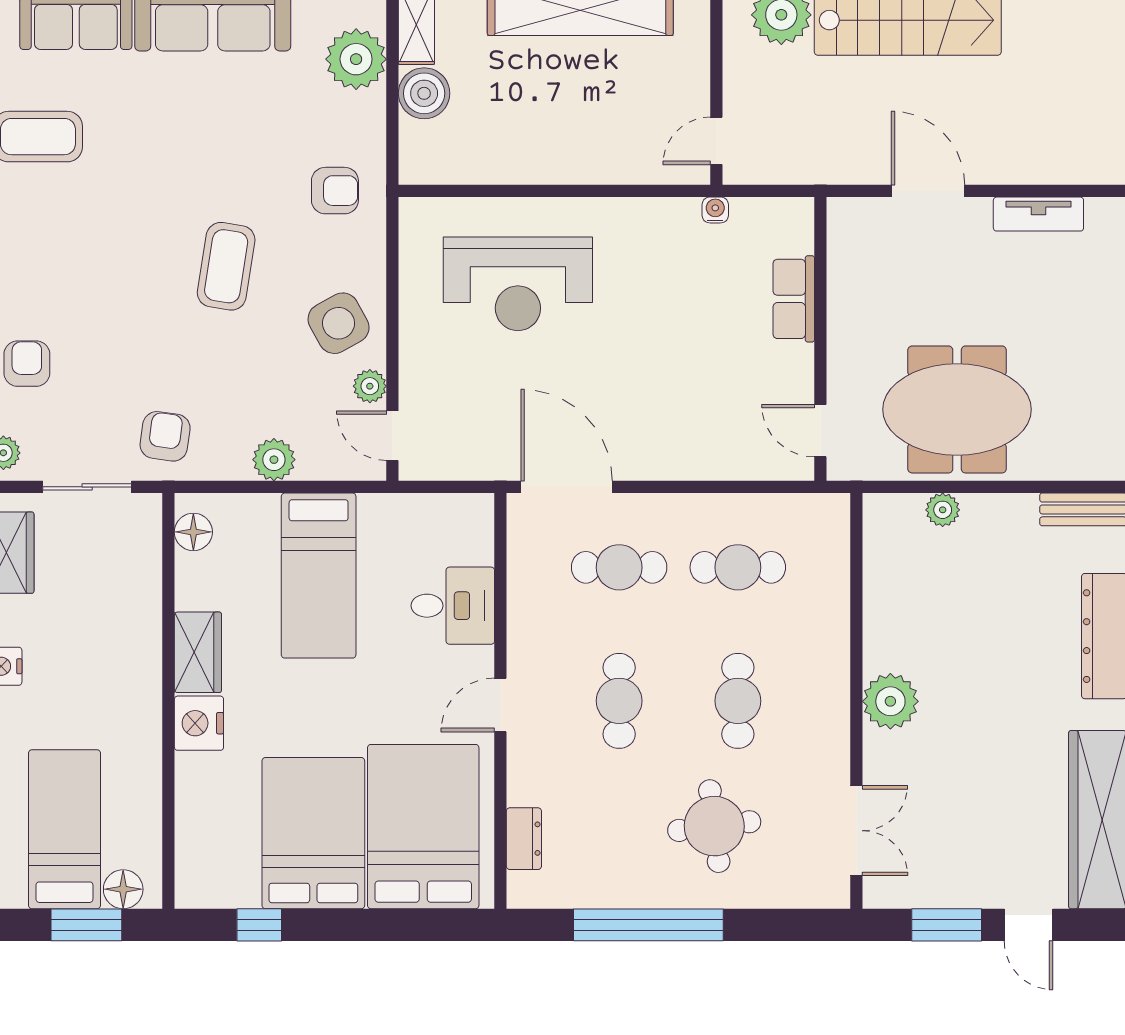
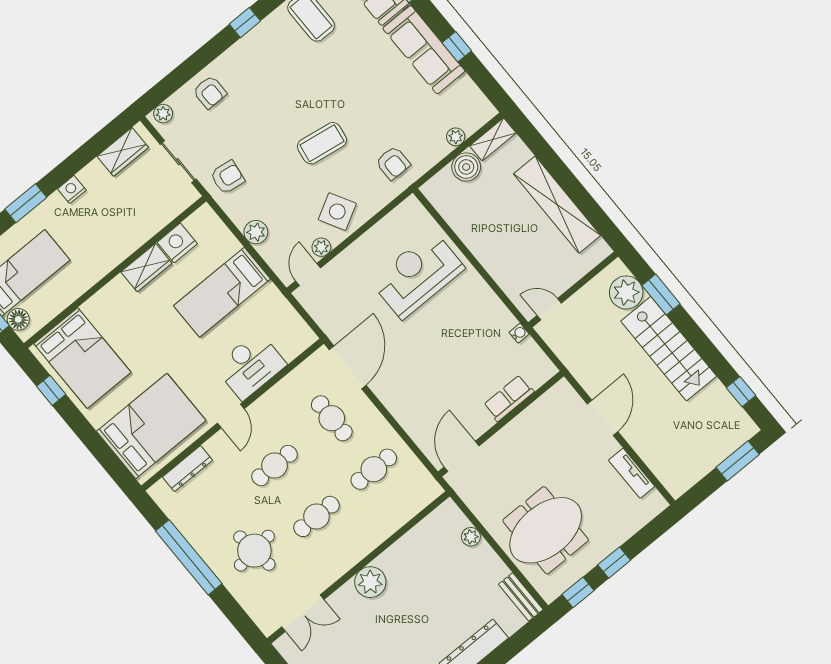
plant: (356, 59) -> (456, 137), width x0.53, depth x0.53
reception desk: (518, 284) -> (418, 275), turned 90
armchair: (27, 364) -> (210, 92), turned 90
meeting table: (957, 409) -> (546, 530), moved, turned 90
door: (820, 431) -> (462, 456), width x1.38
floor lamp: (193, 532) -> (196, 223), removed
cafe table: (738, 567) -> (374, 469), turned 90
desk: (453, 606) -> (250, 366), width x1.37
door: (500, 705) -> (231, 416), swing flipped
nightstand: (199, 723) -> (177, 243), moved
bed: (313, 833) -> (82, 358), moved, turned 90
dresser: (524, 839) -> (188, 469), width x1.44

